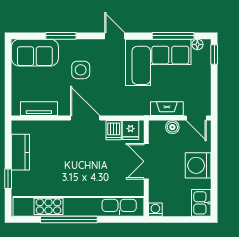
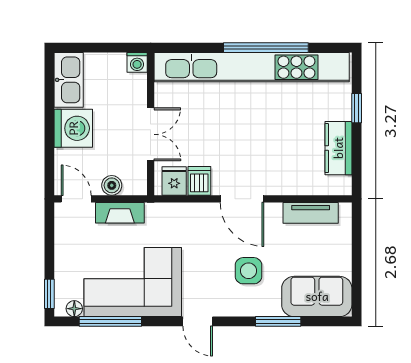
kitchen sink: (201, 203) -> (69, 80), width x1.38

